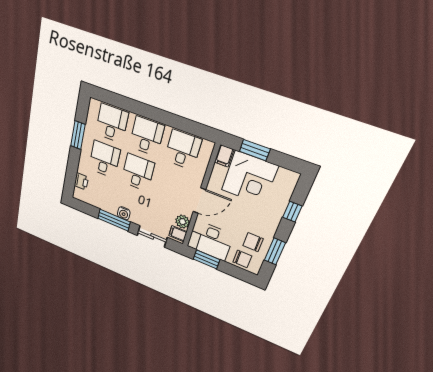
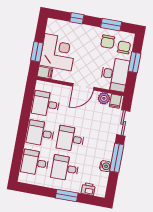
window: (78, 135) -> (67, 195), moved
door: (199, 201) -> (83, 87), swing flipped
water cooler: (124, 213) -> (105, 166), moved
window: (206, 259) -> (134, 62), moved

